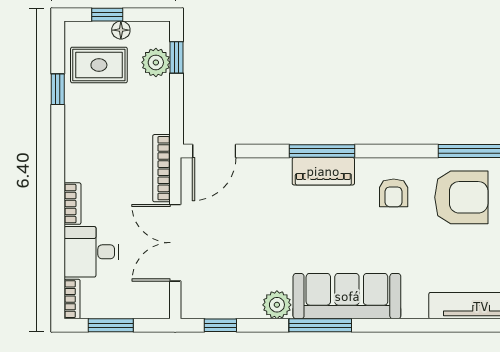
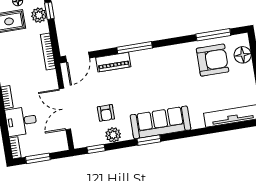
bookcase: (162, 168) -> (48, 52), moved
piano: (323, 171) -> (113, 62), moved
armchair: (394, 193) -> (106, 113), moved
plant: (277, 305) -> (113, 135), moved
window: (320, 325) -> (149, 140), width x0.69

